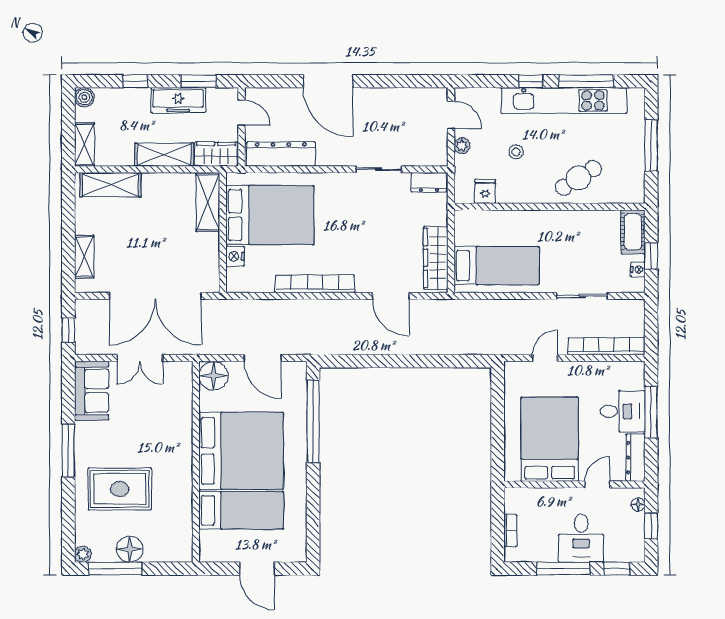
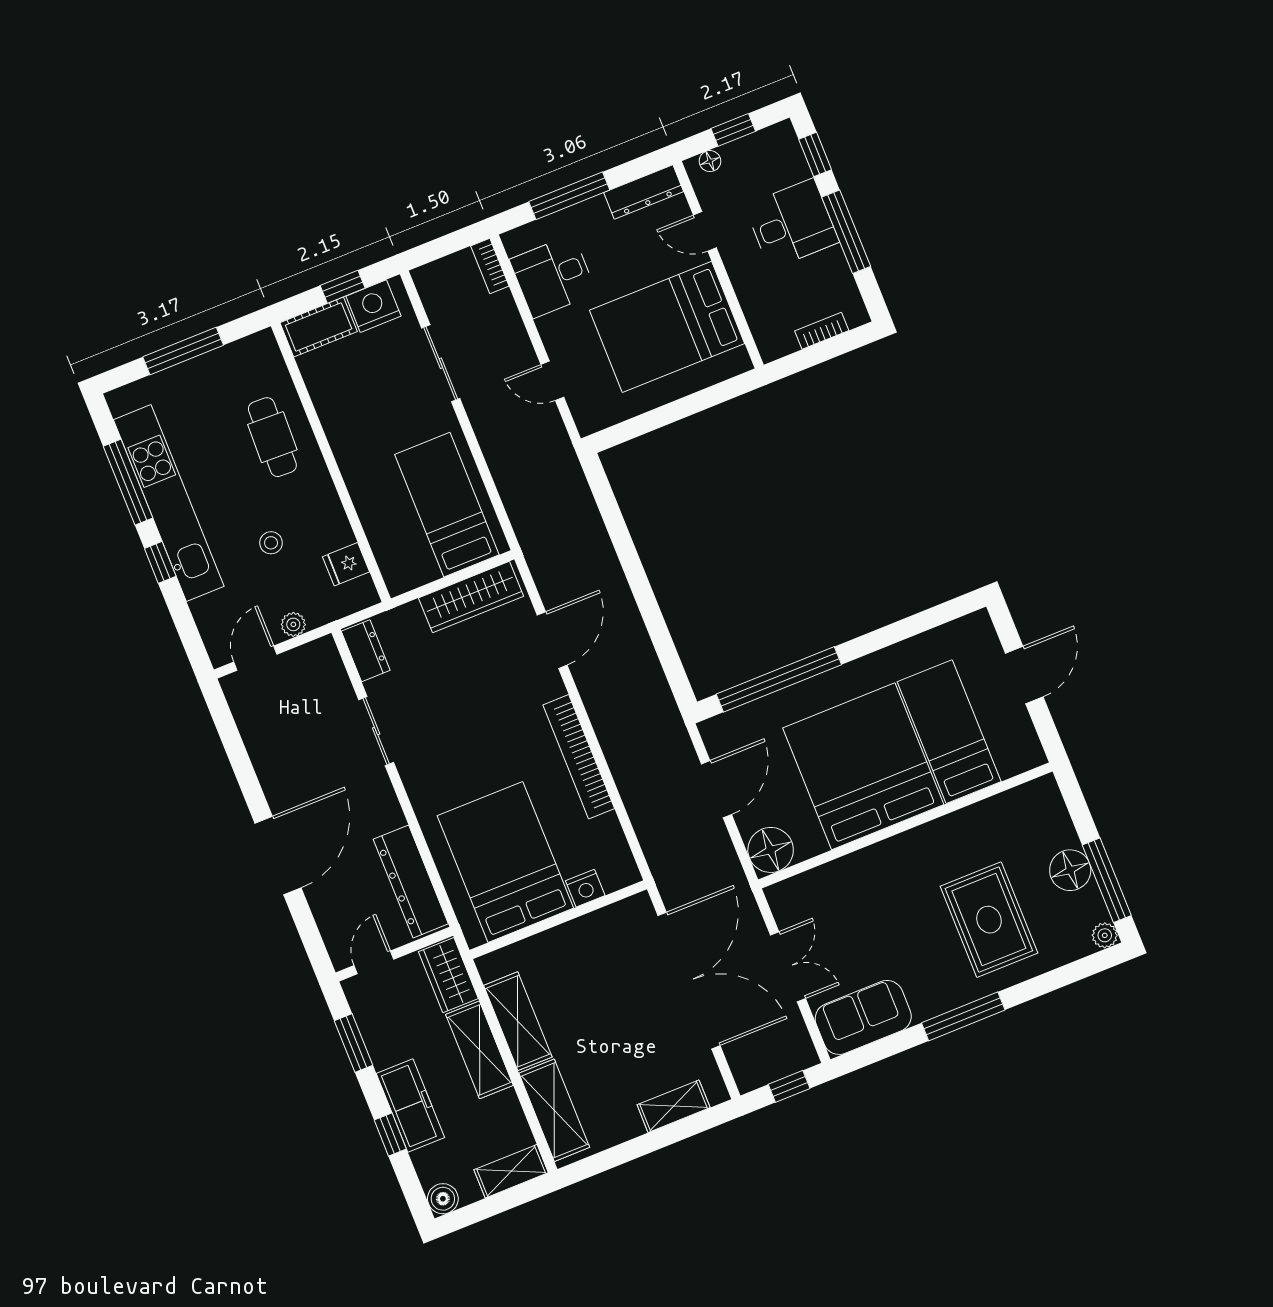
freezer: (178, 100) -> (410, 1106), moved
cafe table: (578, 178) -> (272, 437), turned 34
shelving: (208, 202) -> (518, 1021), moved, turned 90
nightstand: (638, 269) -> (373, 306), width x1.89, depth x1.79
bookcase: (606, 346) -> (490, 266), width x0.43, depth x0.76
desk: (623, 411) -> (553, 276), moved, turned -90

